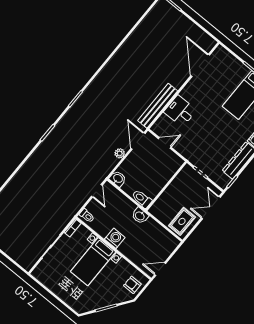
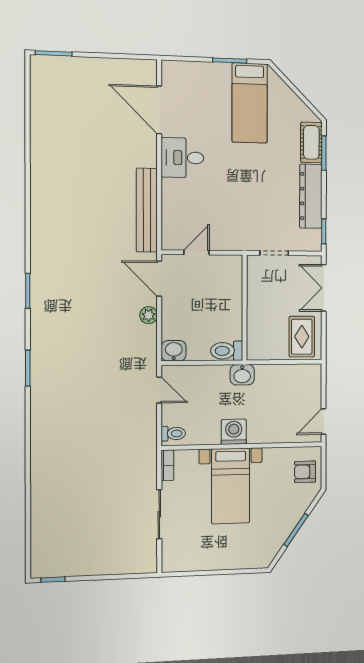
desk: (180, 111) -> (182, 158), moved

